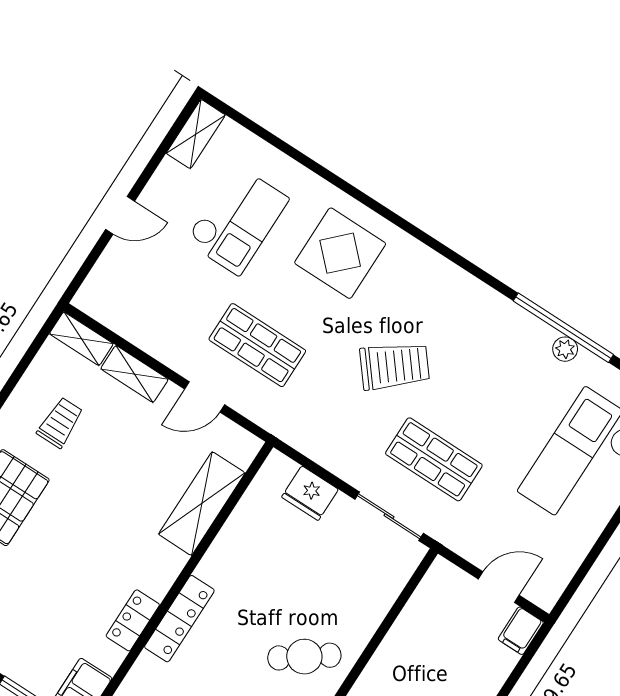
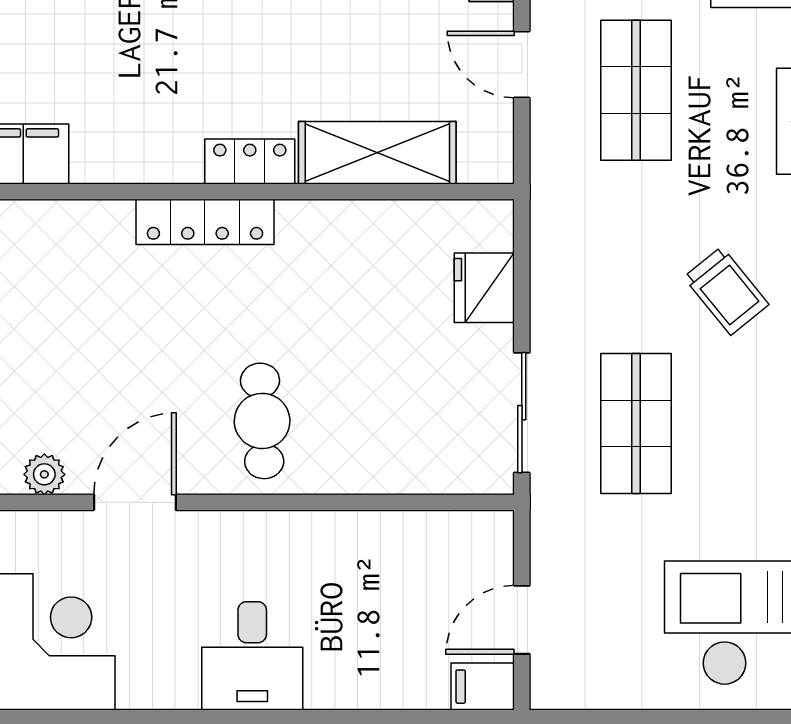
trolley: (395, 366) -> (726, 291), width x0.73, depth x0.72
door: (499, 587) -> (522, 620), swing flipped
locker: (133, 620) -> (250, 161), moved
cafe table: (304, 657) -> (262, 421), turned 33

